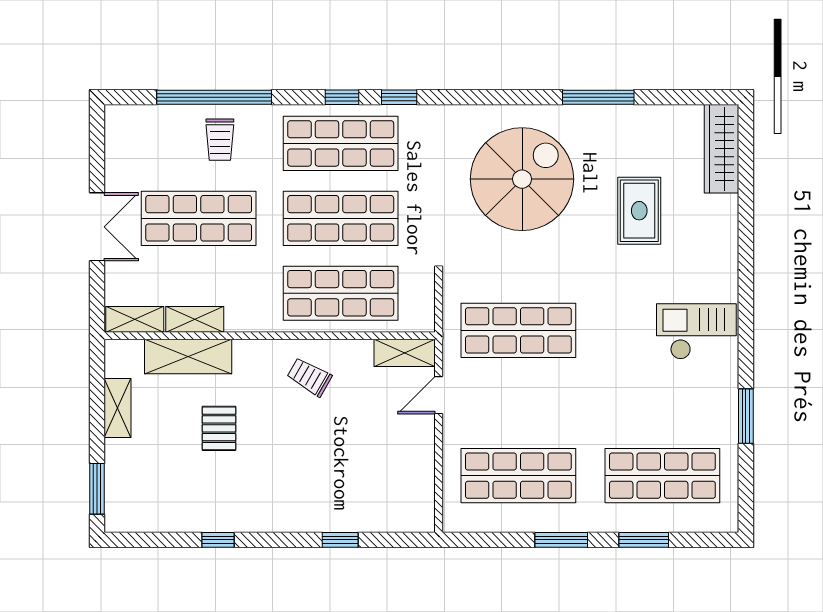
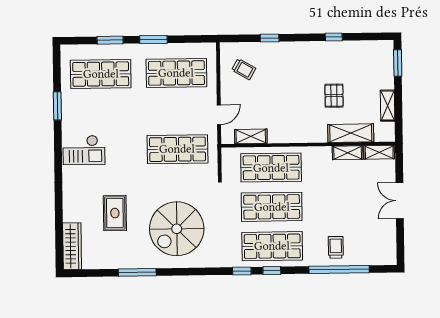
shop shelf: (199, 218) -> (346, 206), removed
shelving: (405, 353) -> (251, 136), moved
trolley: (309, 377) -> (244, 69), moved

